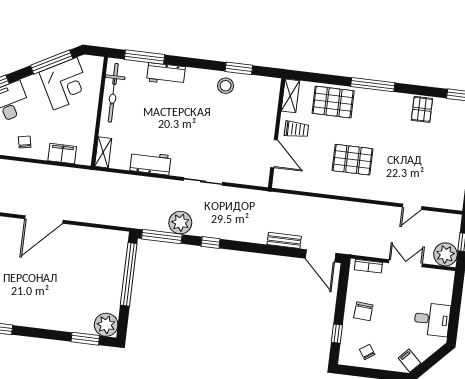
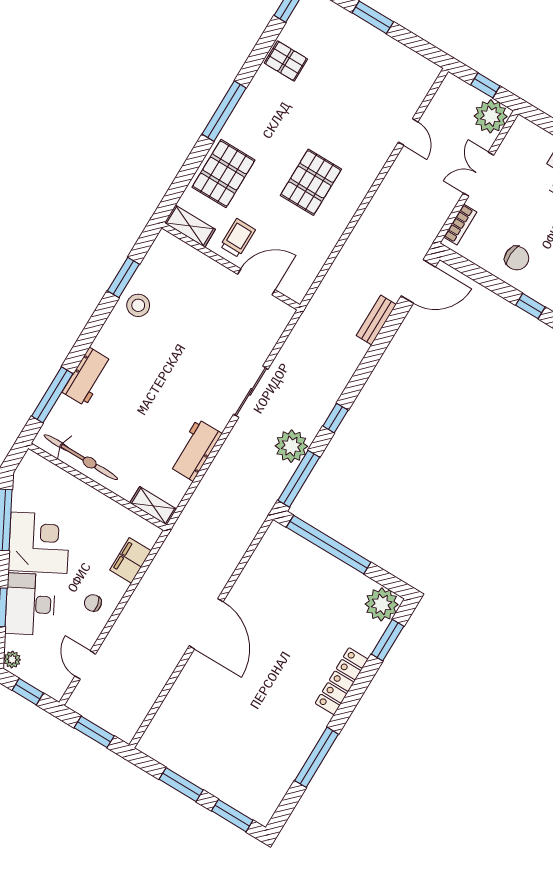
corner desk: (65, 84) -> (39, 543), moved
locker: (46, 321) -> (342, 681), added

